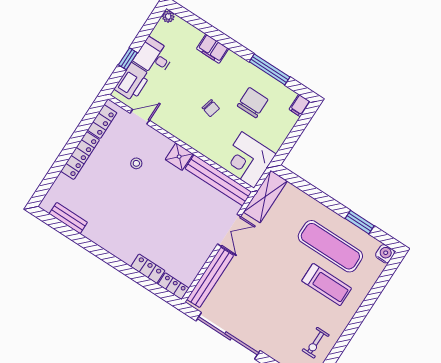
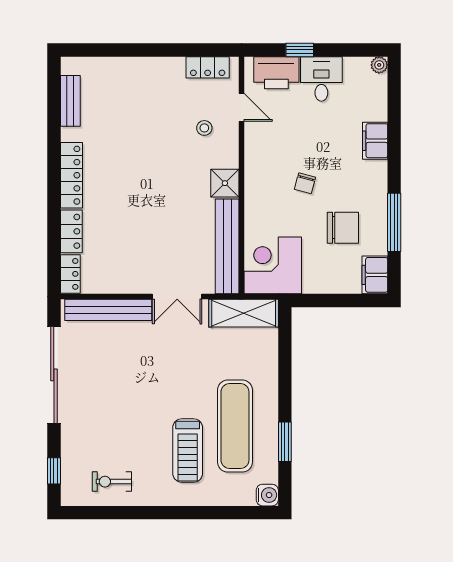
filing cabinet: (300, 106) -> (375, 275), width x2.00
locker: (80, 156) -> (71, 175), moved, turned -90
stool: (136, 163) -> (204, 128), moved

